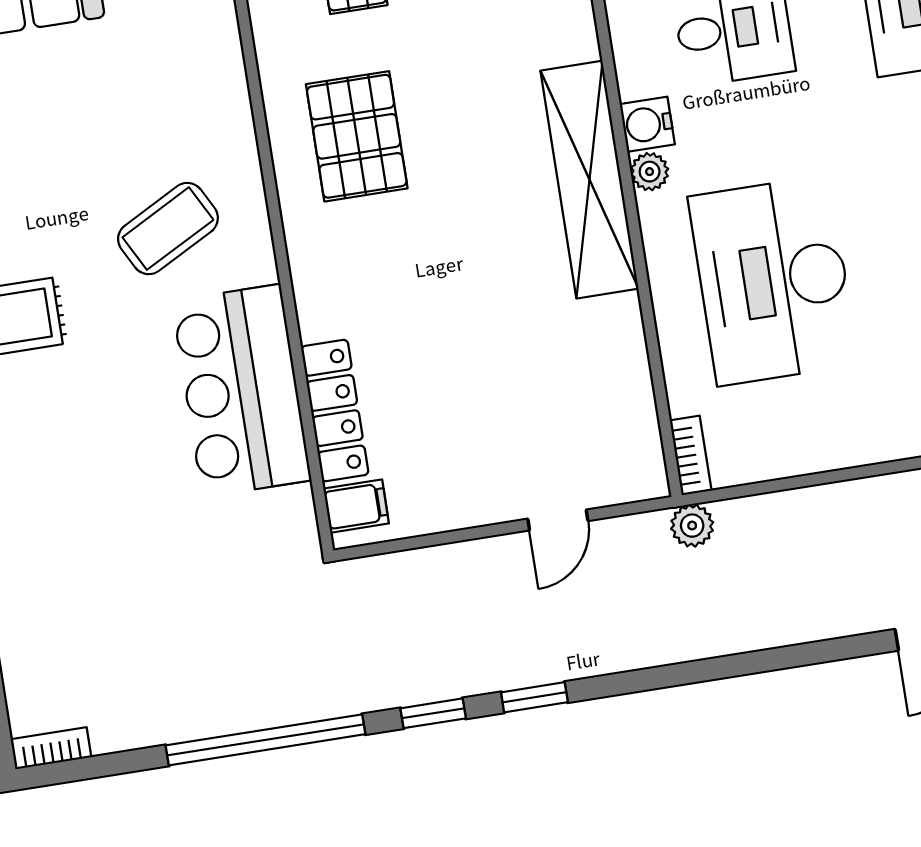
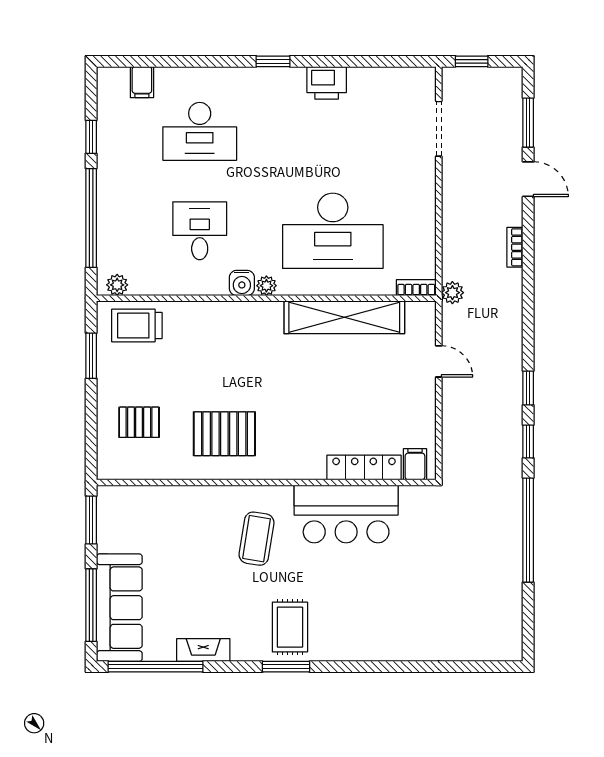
shelving: (589, 180) -> (344, 317), moved
coffee table: (168, 229) -> (257, 539), turned 37
bookcase: (51, 748) -> (515, 247), moved

